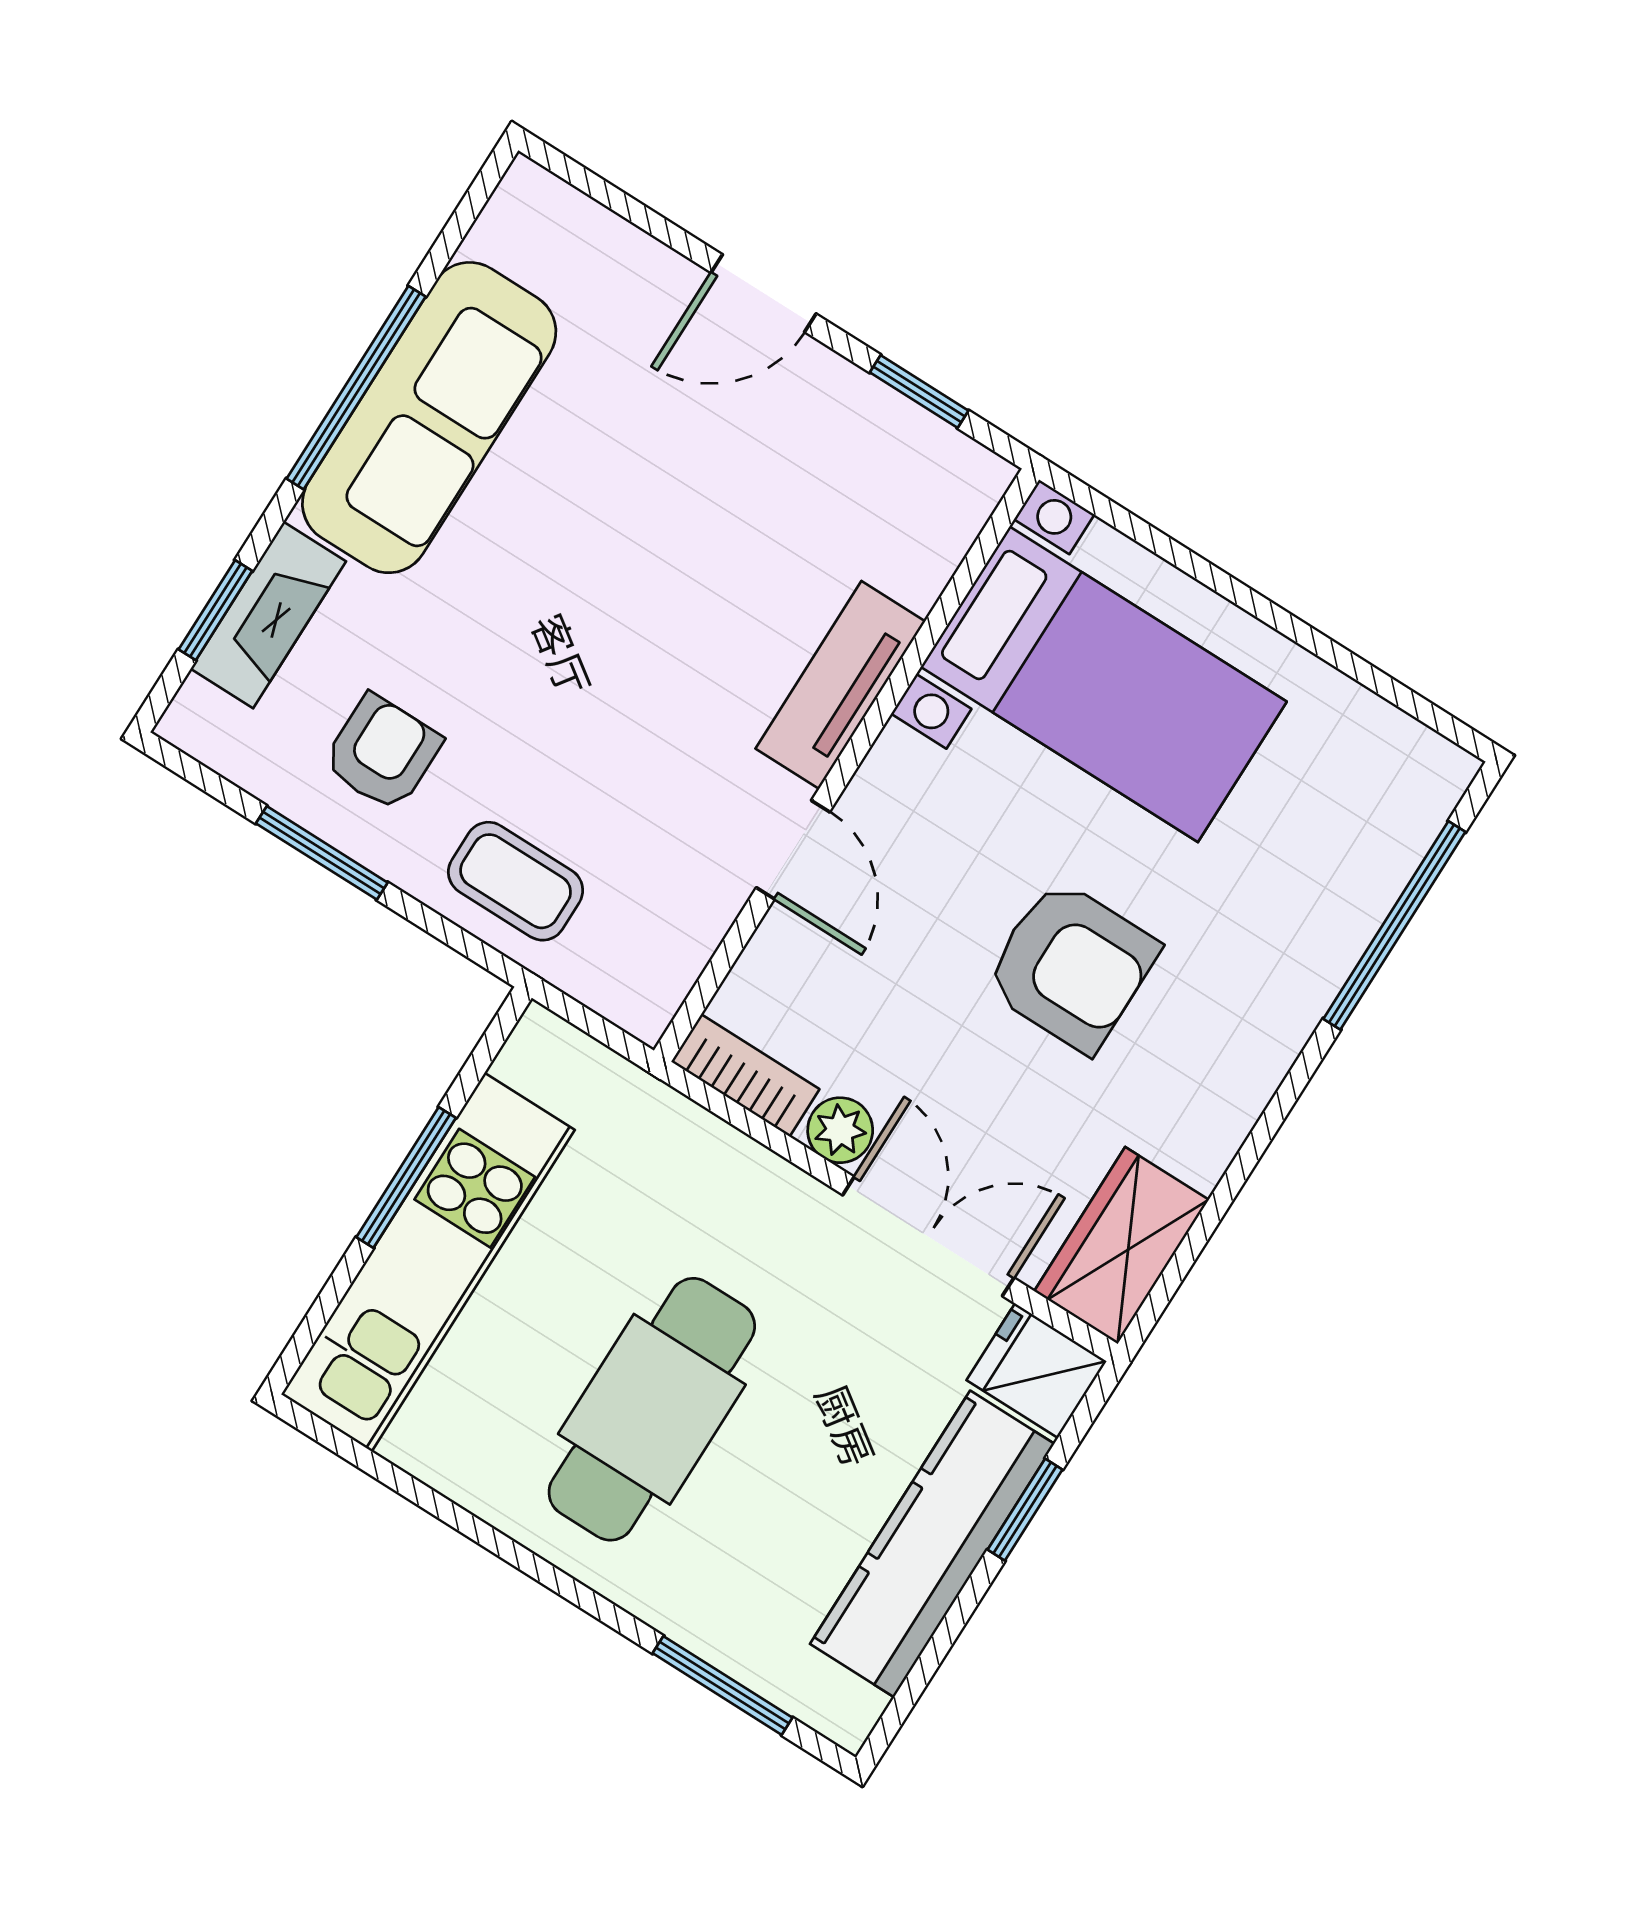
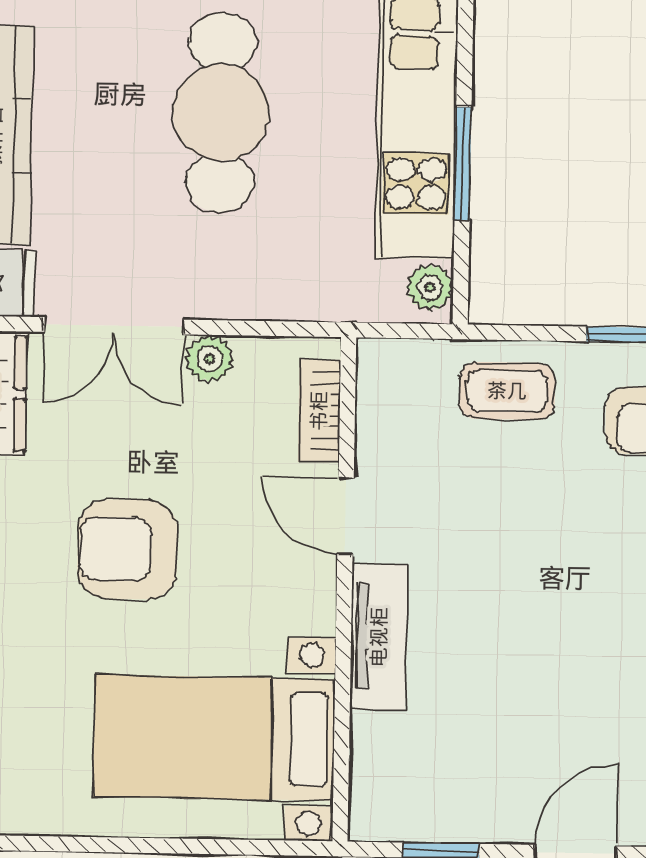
plant: (532, 1057) -> (430, 287), added
bookcase: (745, 1075) -> (319, 411), moved, turned 90

